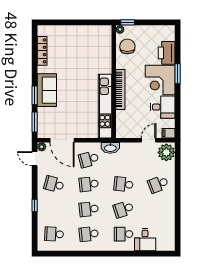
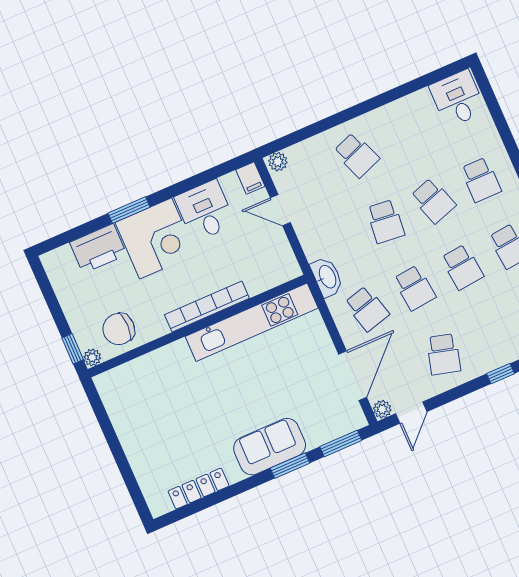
plant: (166, 152) -> (278, 162), width x0.53, depth x0.53
desk: (145, 240) -> (457, 99), moved, turned -90

